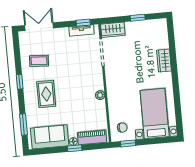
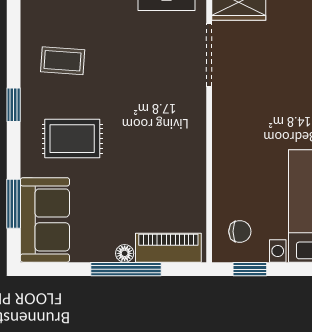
rug: (46, 94) -> (72, 139), turned 90
plant: (100, 95) -> (196, 152), removed
sofa: (50, 137) -> (45, 220), moved, turned 90
window: (75, 148) -> (126, 269), width x2.17

